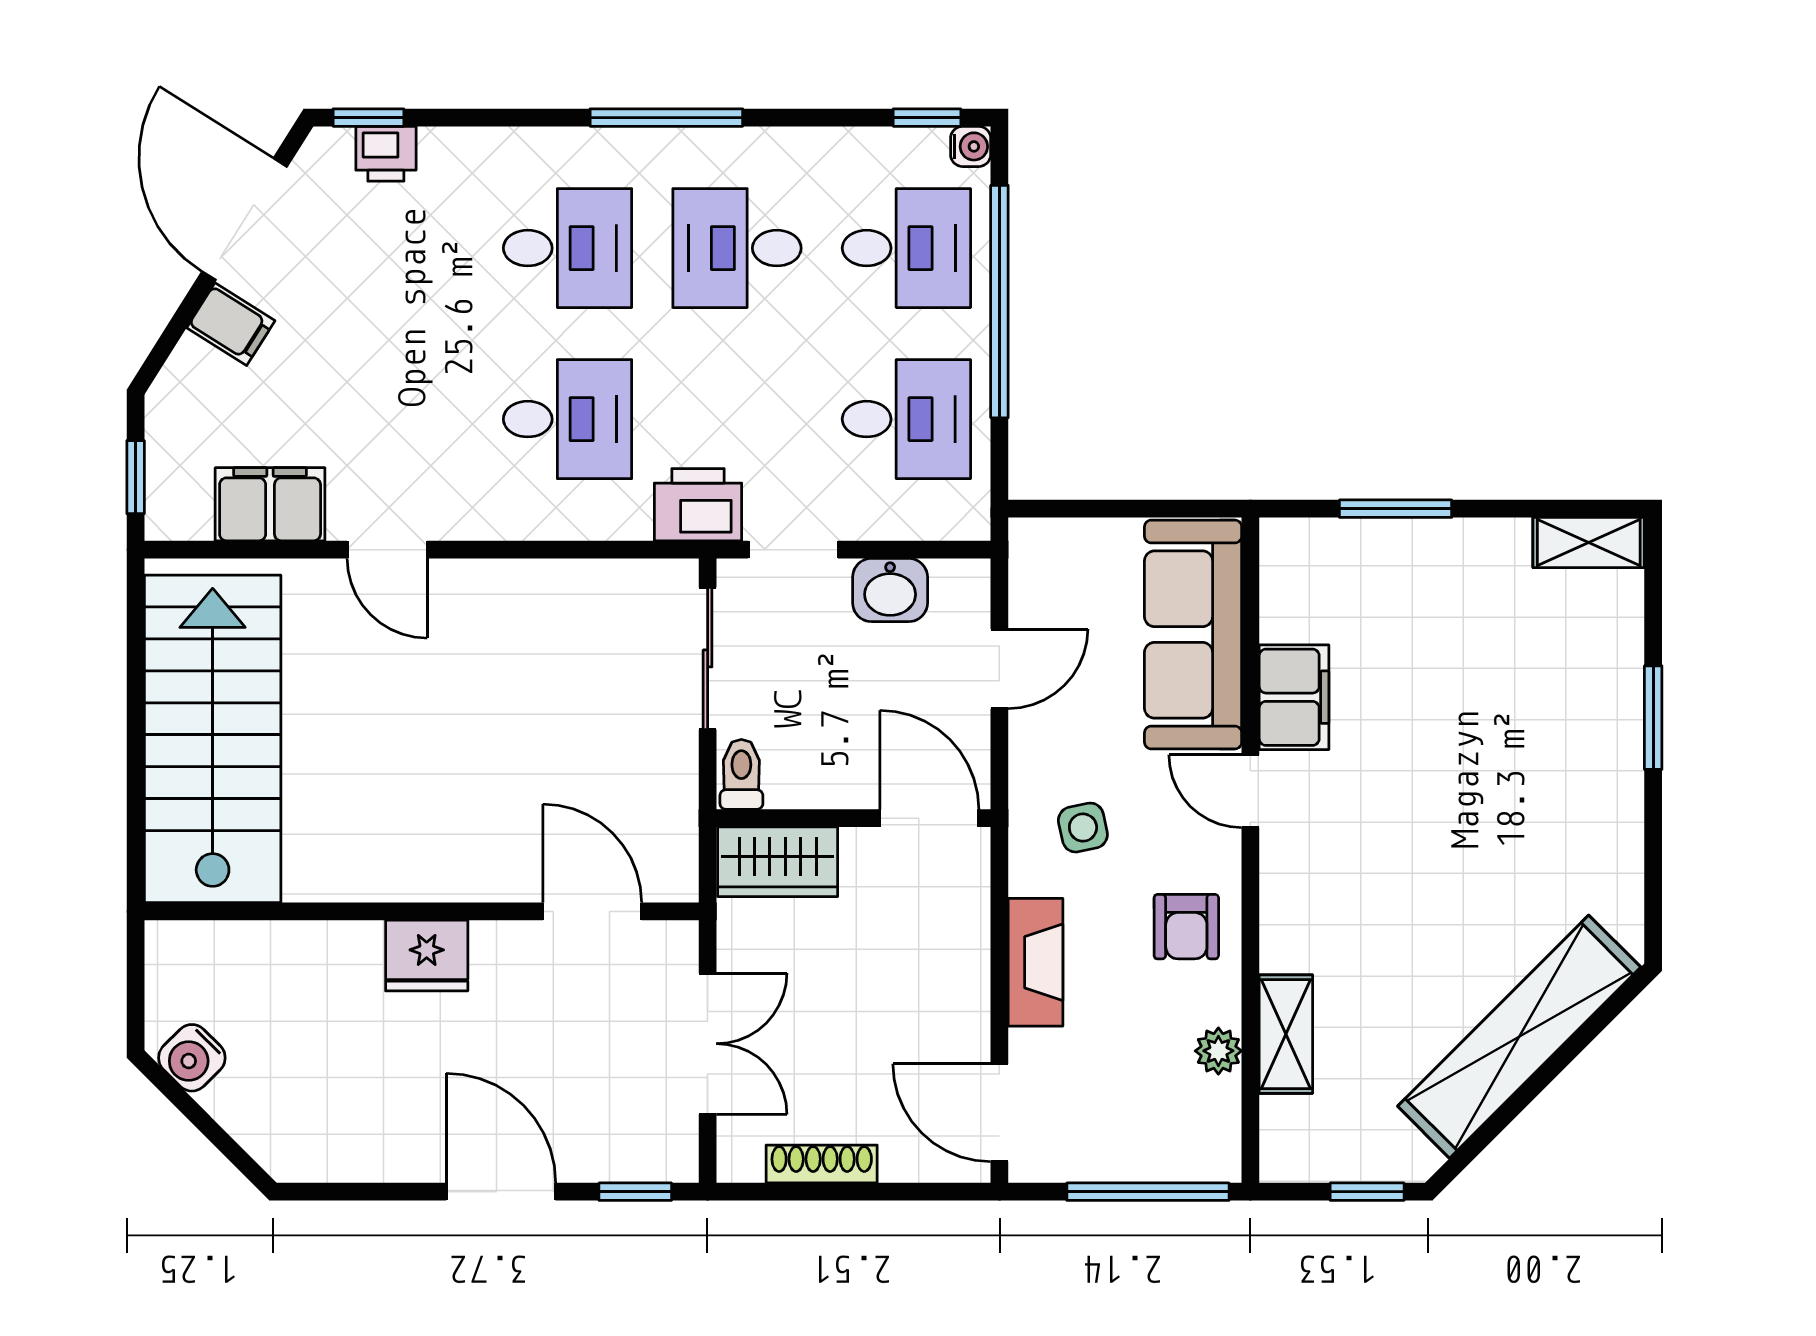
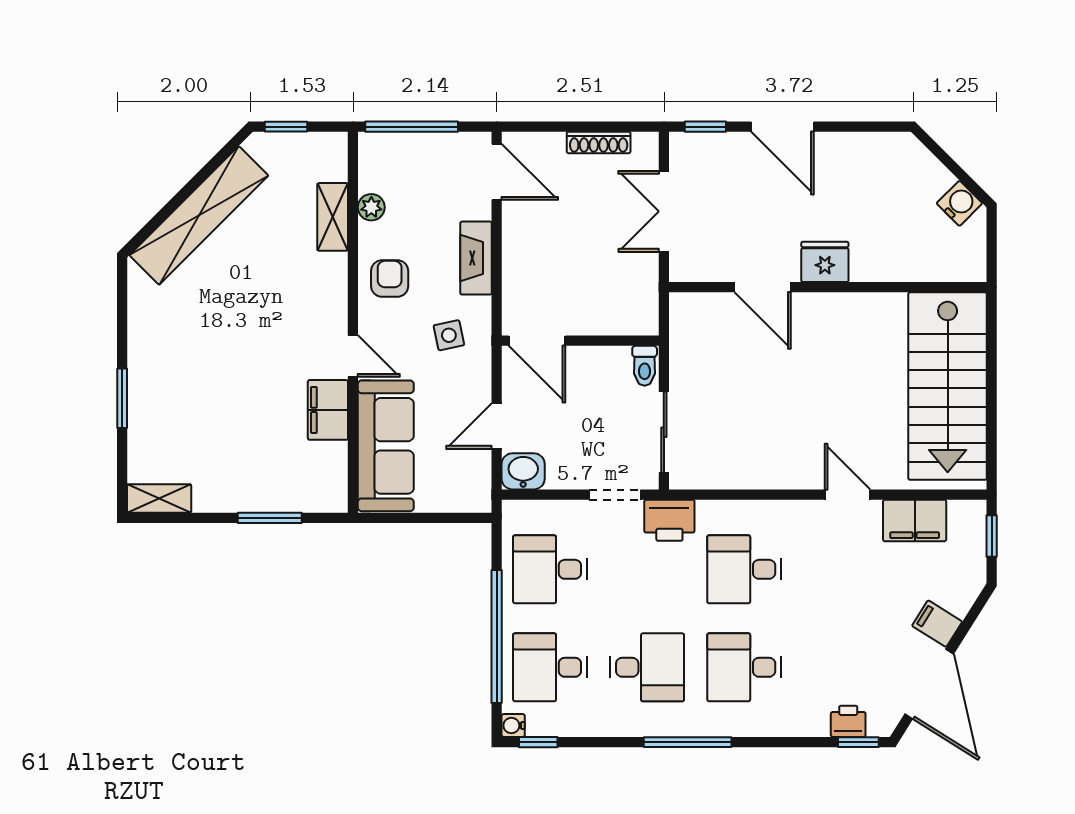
washbasin: (890, 590) -> (523, 471), moved
wardrobe: (778, 862) -> (624, 316), removed
door: (592, 911) -> (763, 287), moved

